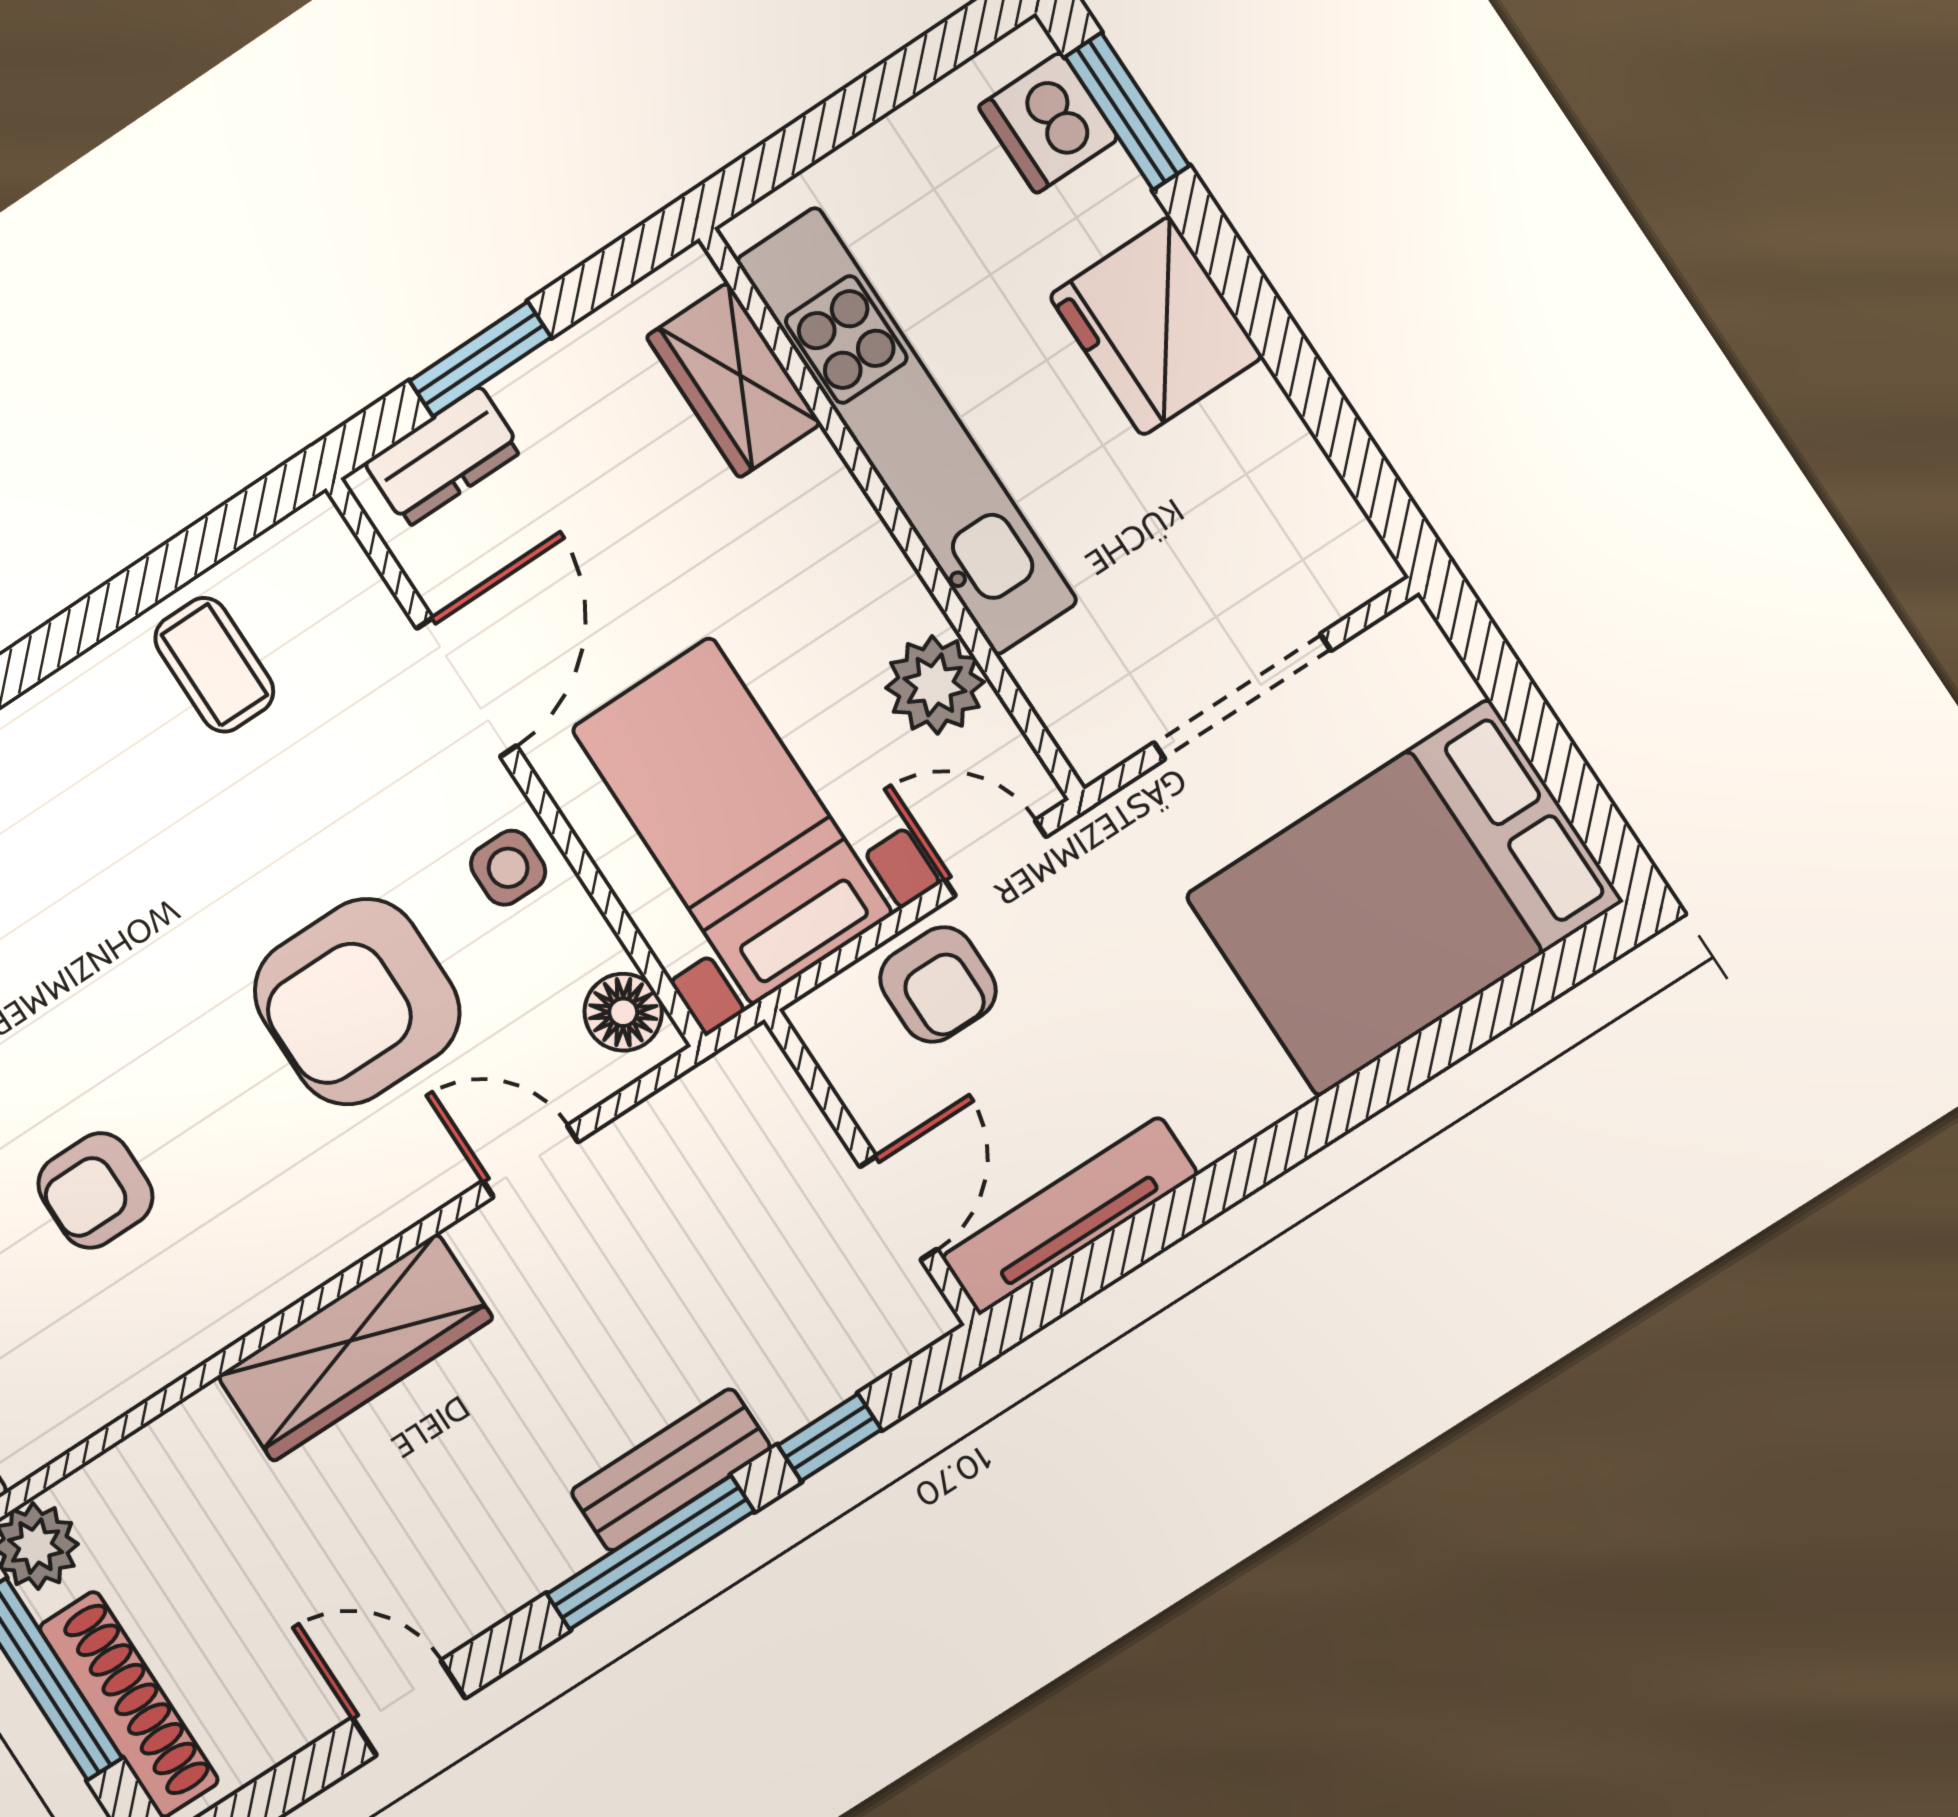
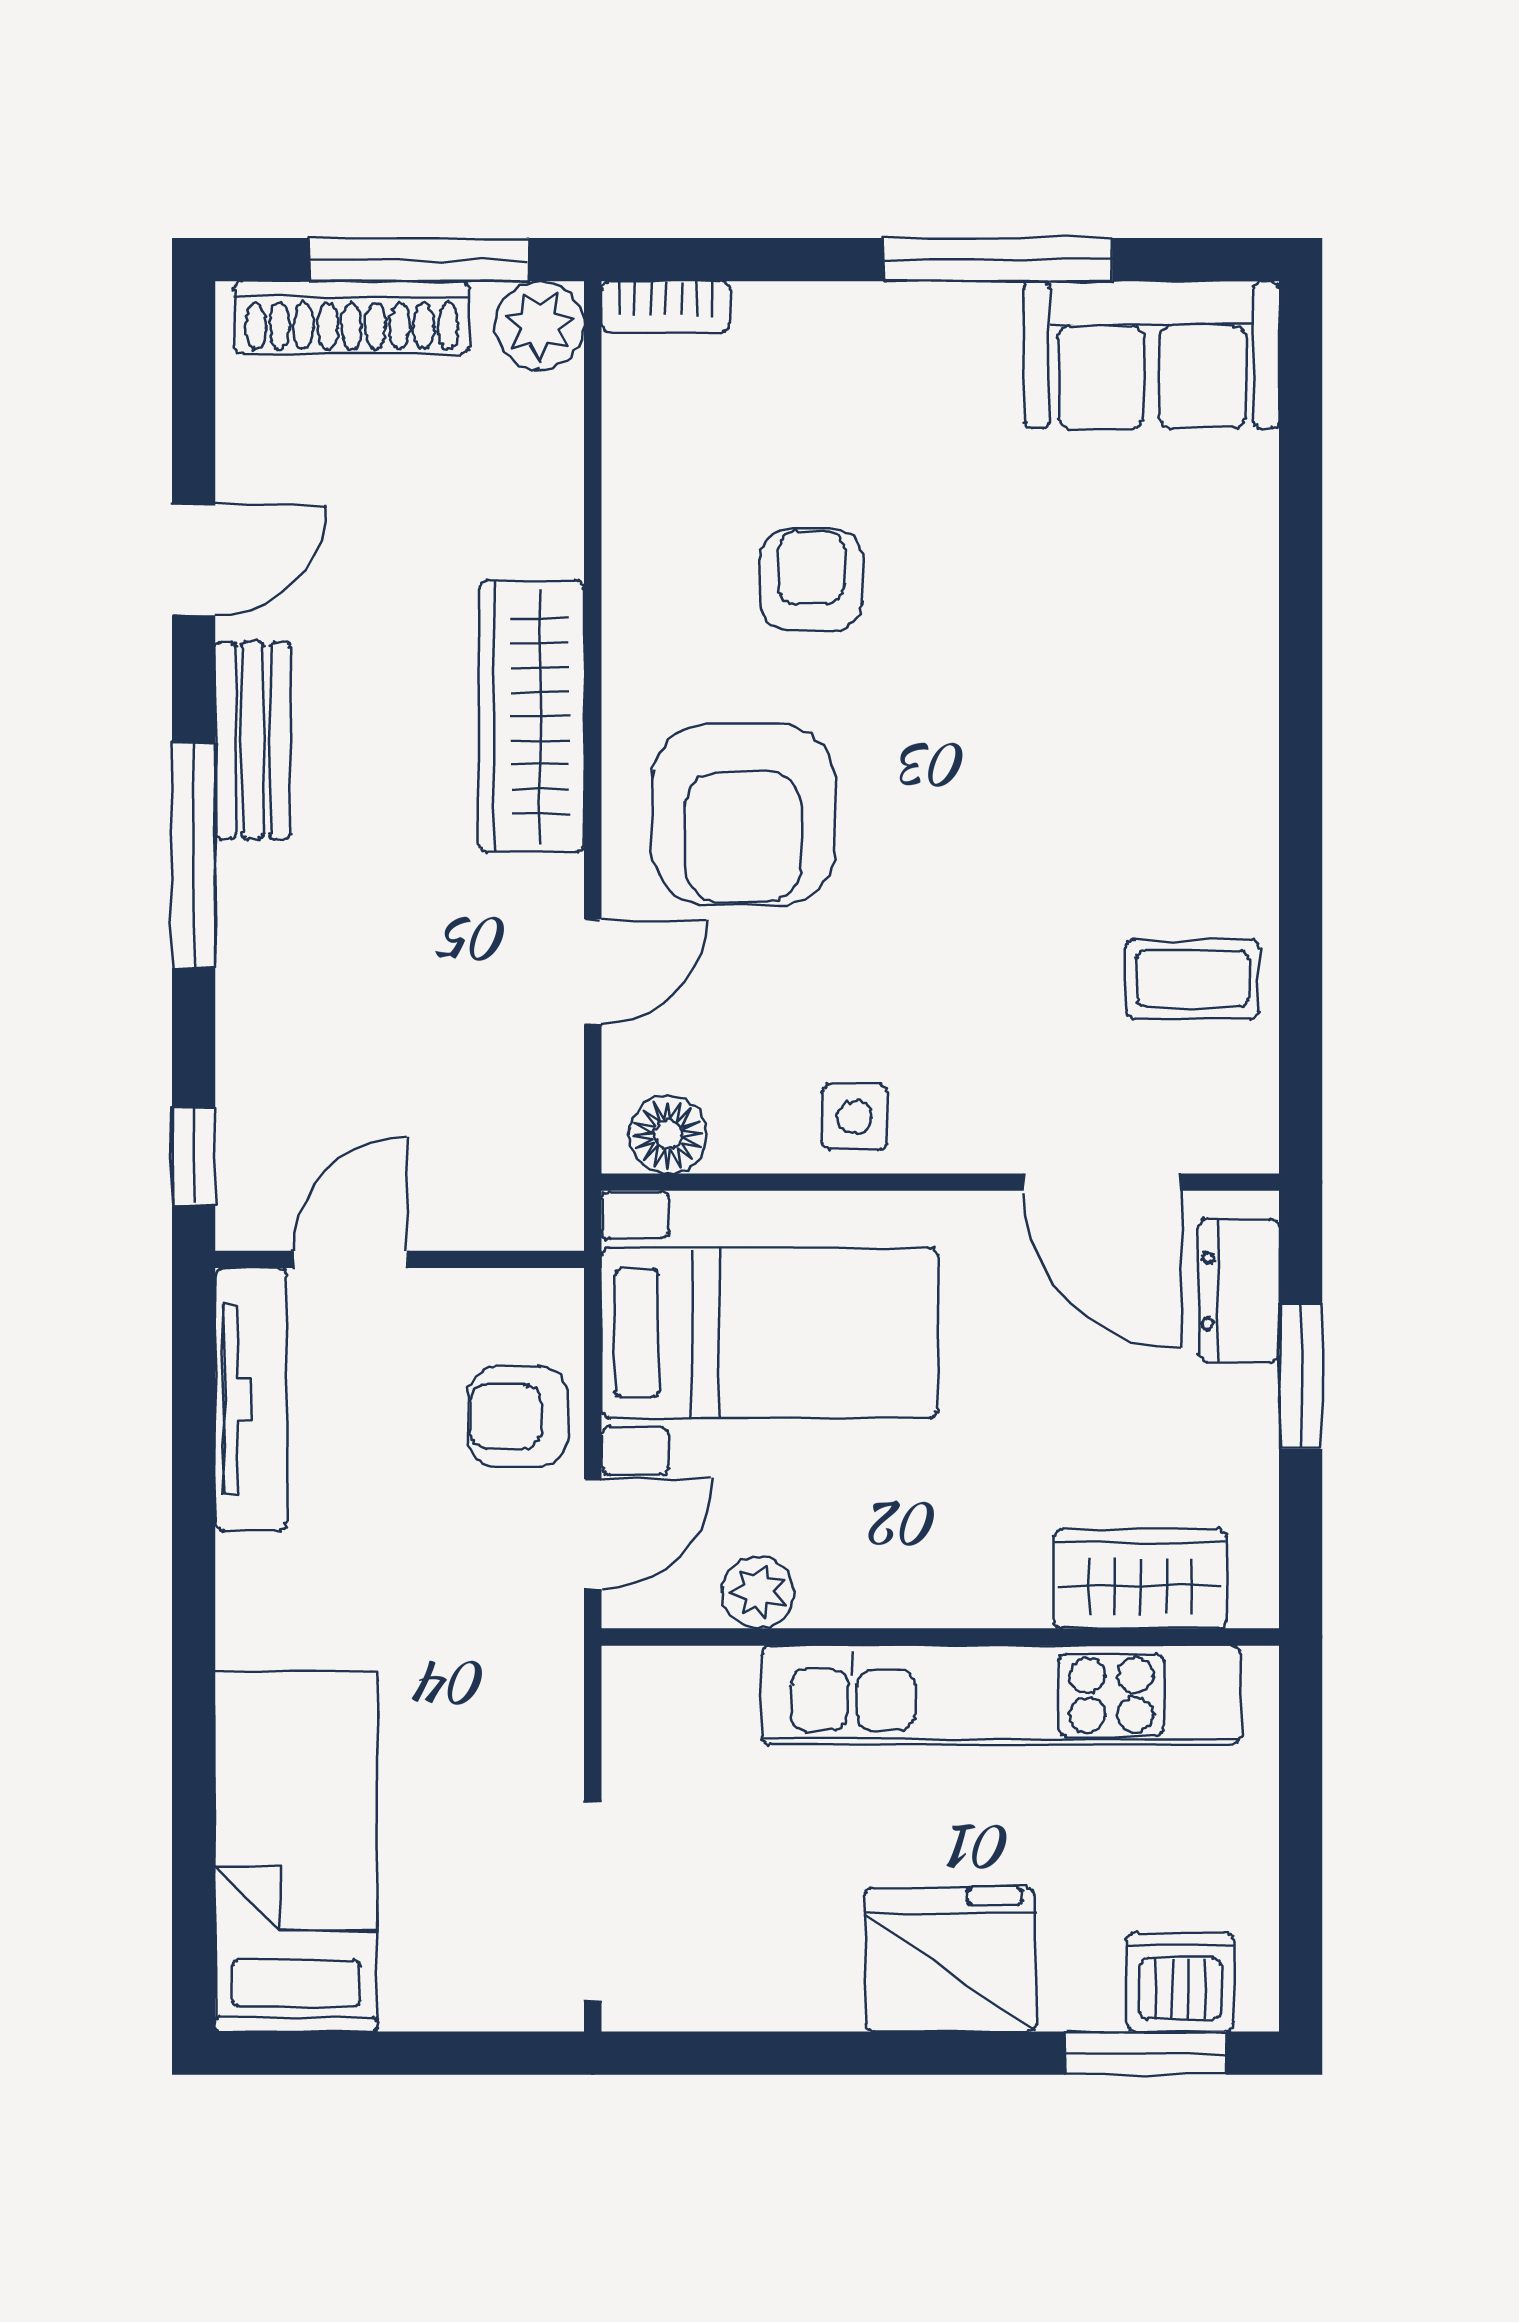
plant: (935, 685) -> (758, 1592), width x0.73, depth x0.73
door: (467, 687) -> (1102, 1182), moved
doorway: (1242, 697) -> (593, 1902), moved
bed: (1403, 898) -> (296, 1852), width x0.67
armchair: (357, 1002) -> (743, 815), moved, turned 180
door: (898, 1208) -> (351, 1259), swing flipped
window: (830, 1437) -> (194, 1157), moved
bench: (671, 1470) -> (253, 740), moved

